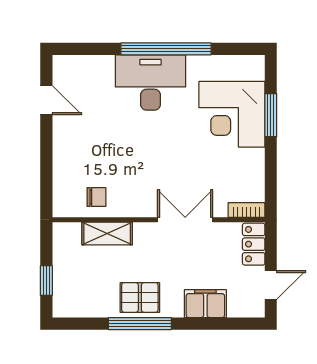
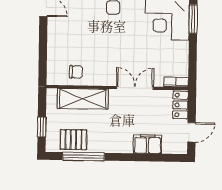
shelving: (107, 233) -> (83, 99), width x1.50, depth x1.33
pallet: (140, 297) -> (73, 140), moved
window: (140, 324) -> (84, 156), moved

